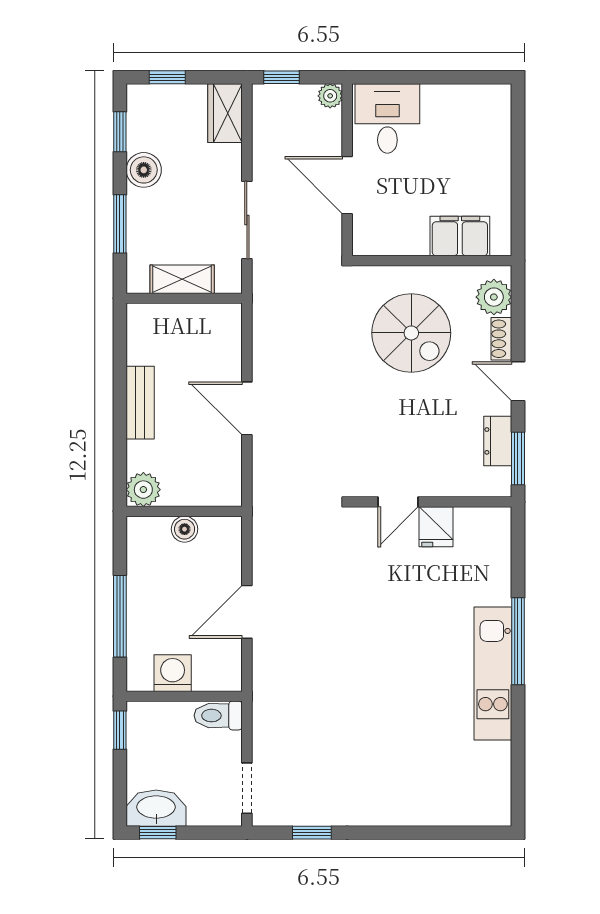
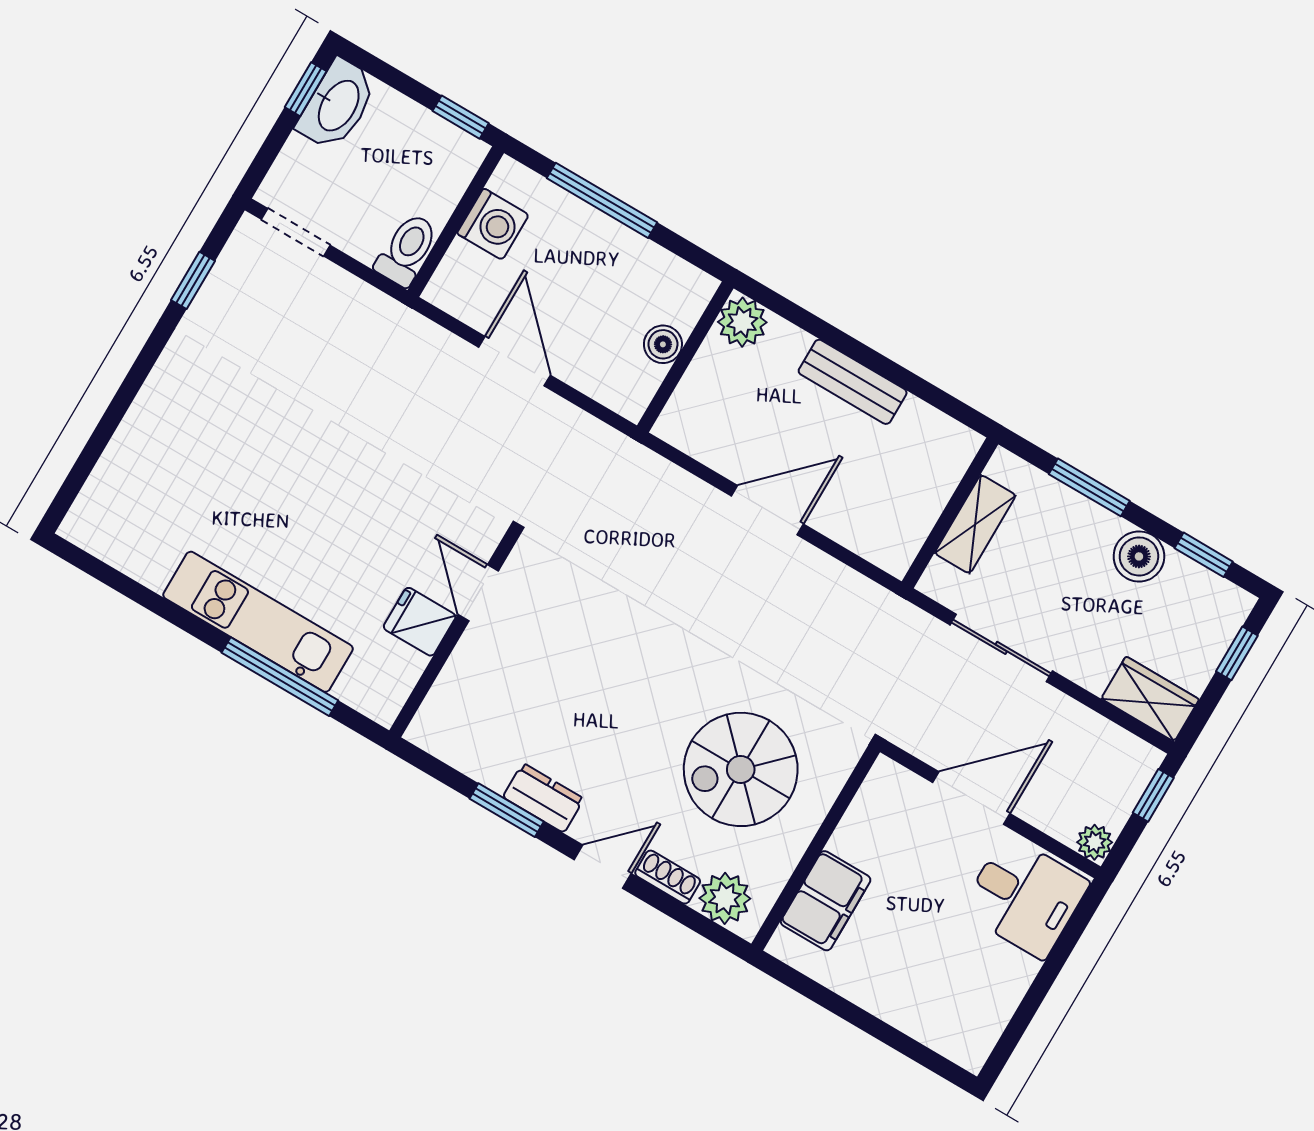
door: (398, 502) -> (478, 593), moved
wall: (432, 502) -> (454, 635), moved
fridge: (436, 527) -> (420, 622), moved

